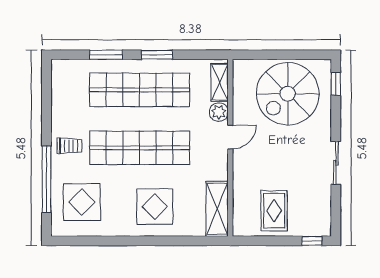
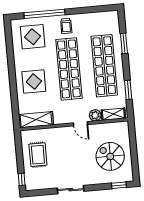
window: (157, 55) -> (128, 90), moved
spiral stairs: (288, 94) -> (110, 156), width x0.73, depth x0.73
rug: (274, 211) -> (38, 155), turned 90

